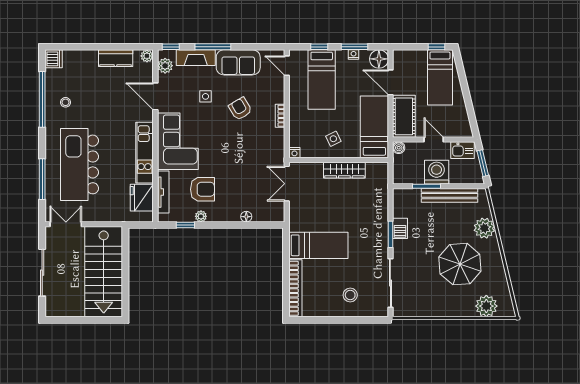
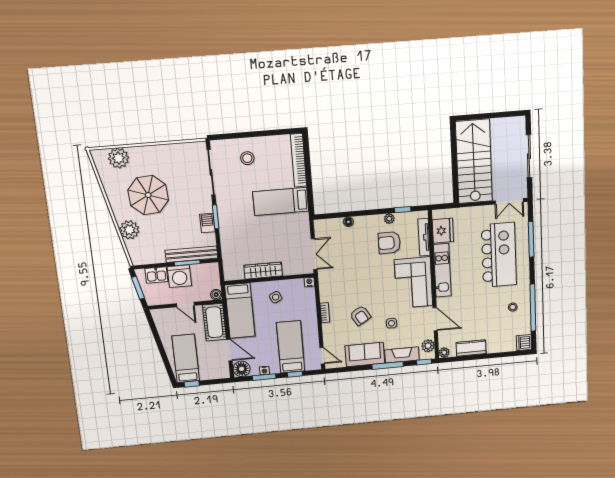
kitchen sink: (463, 150) -> (156, 275), moved, turned 180
bench: (450, 195) -> (191, 254), moved

